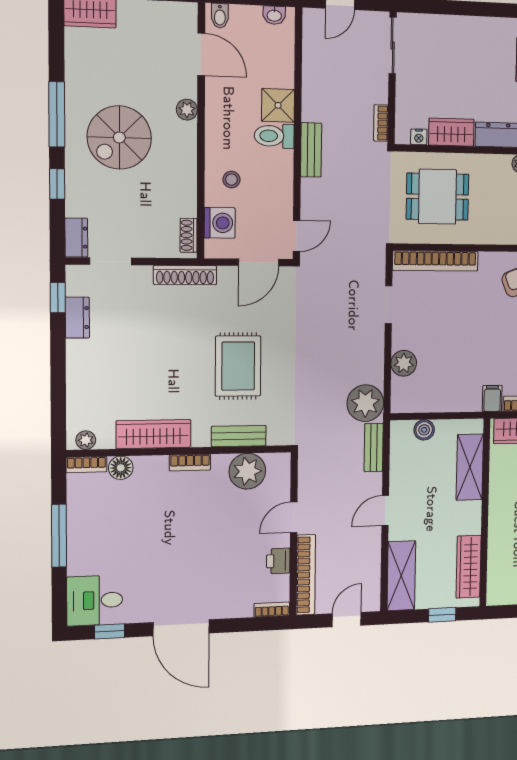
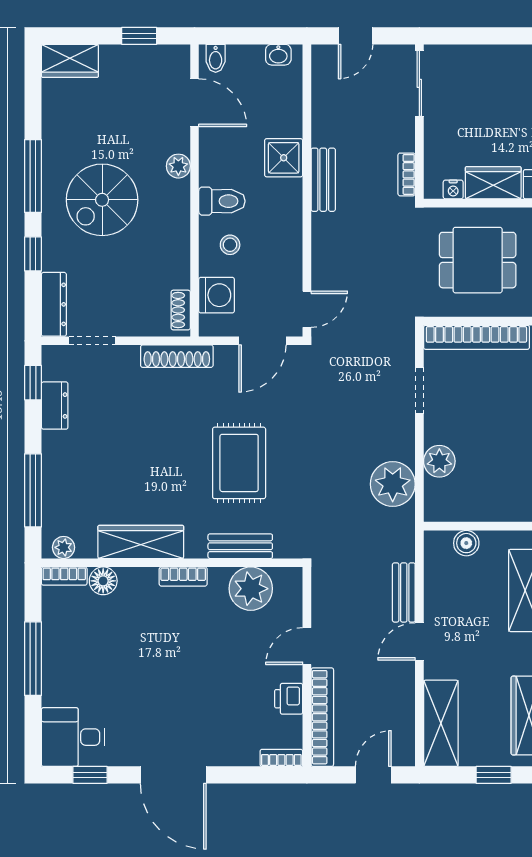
toilet: (274, 136) -> (222, 201), moved, turned 180
bench: (311, 150) -> (323, 180), moved
dresser: (76, 237) -> (54, 304), width x1.44
window: (58, 391) -> (33, 490), added
plant: (365, 403) -> (393, 484), moved
bench: (374, 447) -> (404, 592), moved

